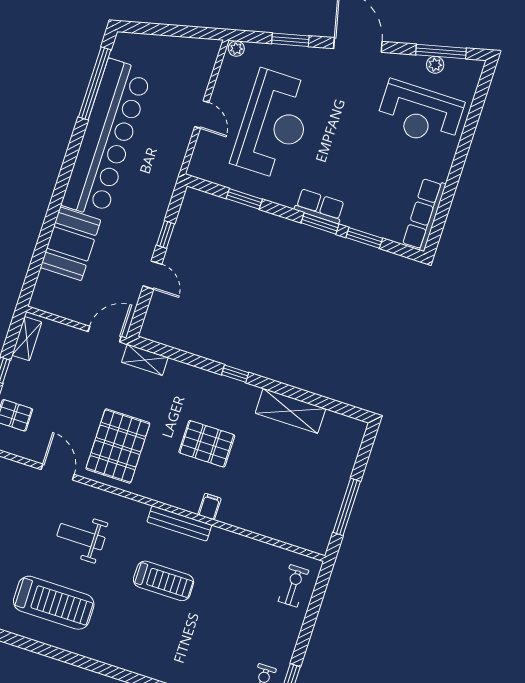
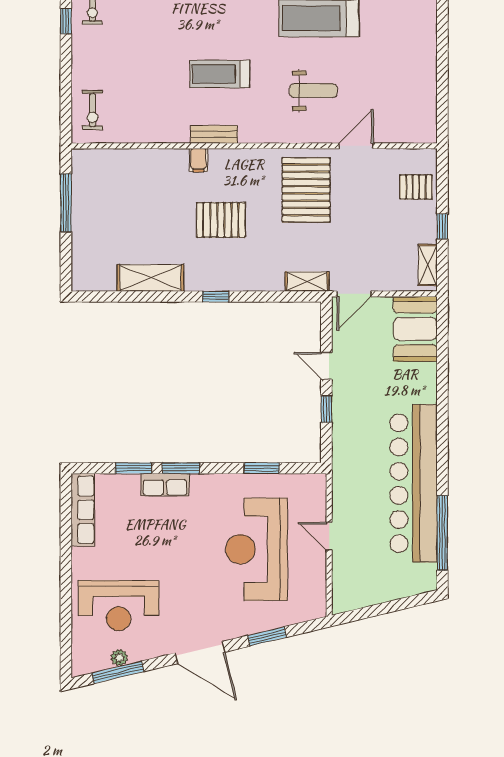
plant: (236, 49) -> (316, 611), removed
reception desk: (420, 114) -> (119, 606), turned 180
row of seats: (320, 206) -> (165, 485), moved
booth: (71, 244) -> (415, 329), moved
door: (58, 472) -> (356, 146), swing flipped
bench: (179, 523) -> (214, 134), width x0.73

